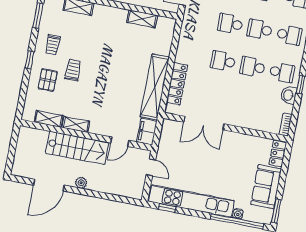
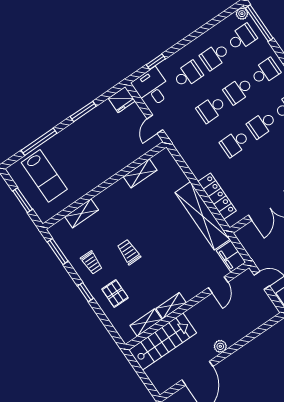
trolley: (73, 70) -> (129, 252), moved
stairs: (77, 148) -> (163, 341), moved

